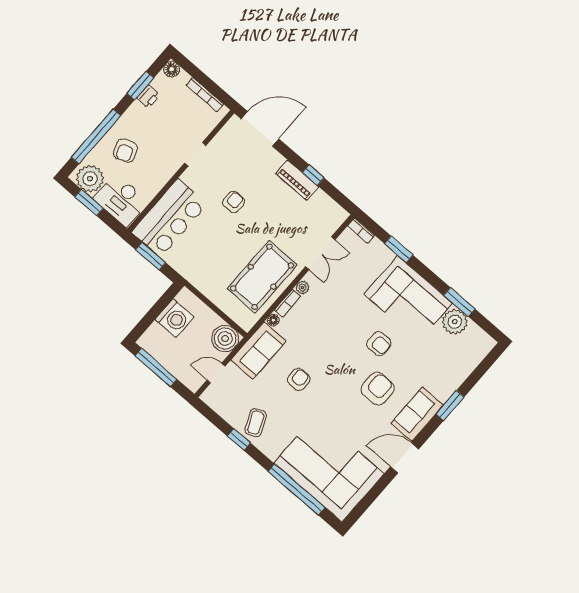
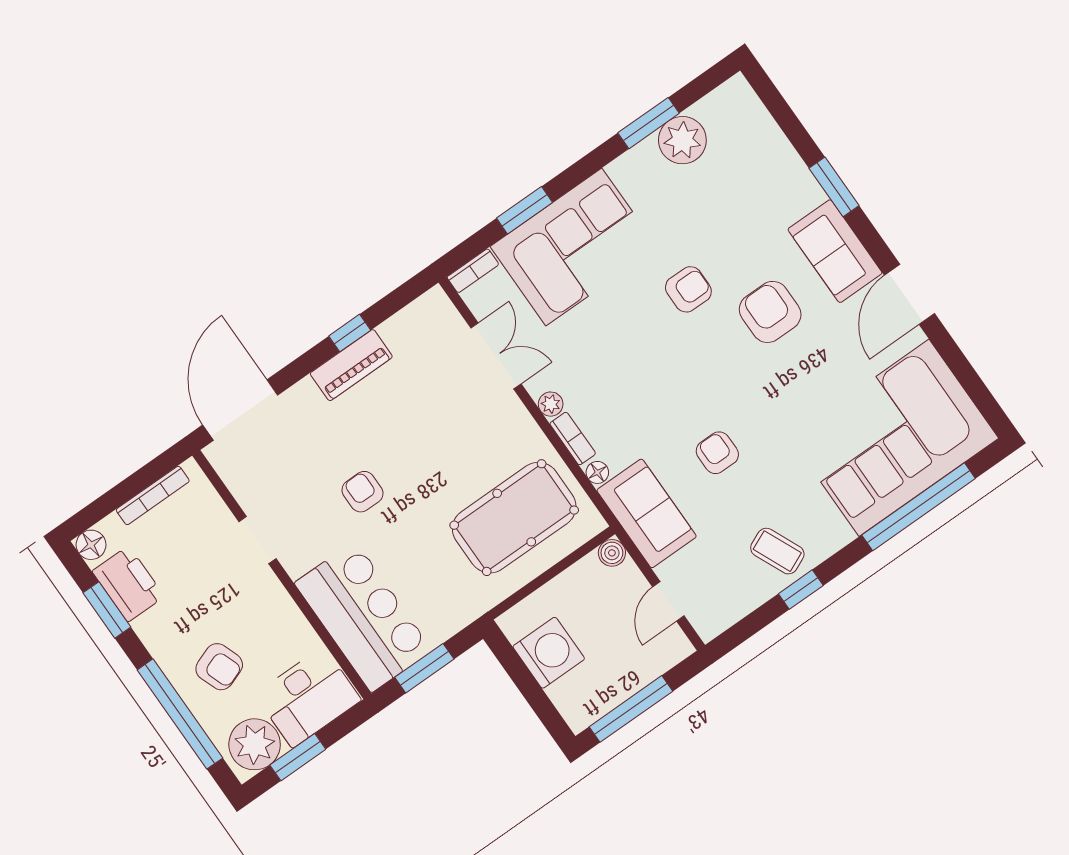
printer: (148, 97) -> (128, 584), width x1.87, depth x1.48
pool table: (262, 277) -> (514, 518), moved, turned 90
corner sofa: (408, 299) -> (574, 247), moved
boiler: (225, 339) -> (612, 553), width x0.54, depth x0.54

